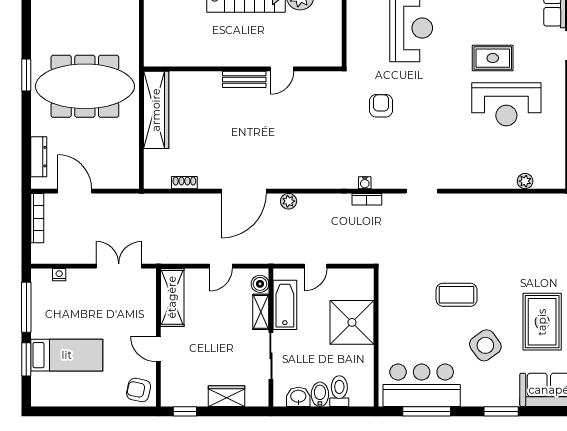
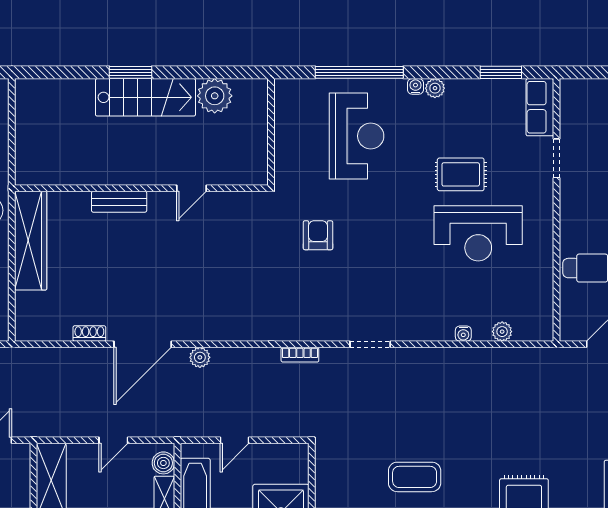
bench: (244, 79) -> (119, 202), moved
shoe rack: (184, 183) -> (89, 334), moved
water cooler: (365, 183) -> (463, 334), moved

